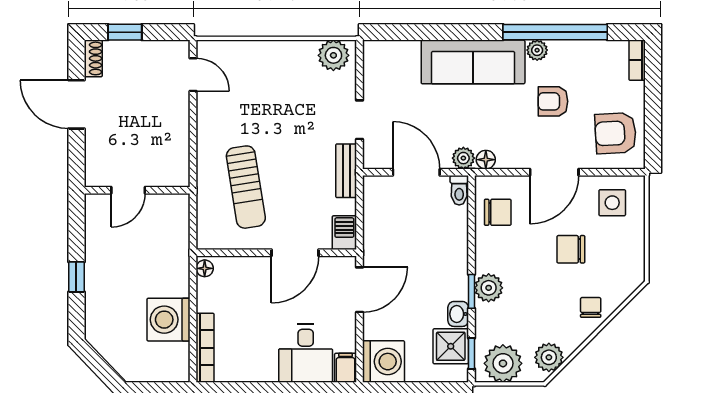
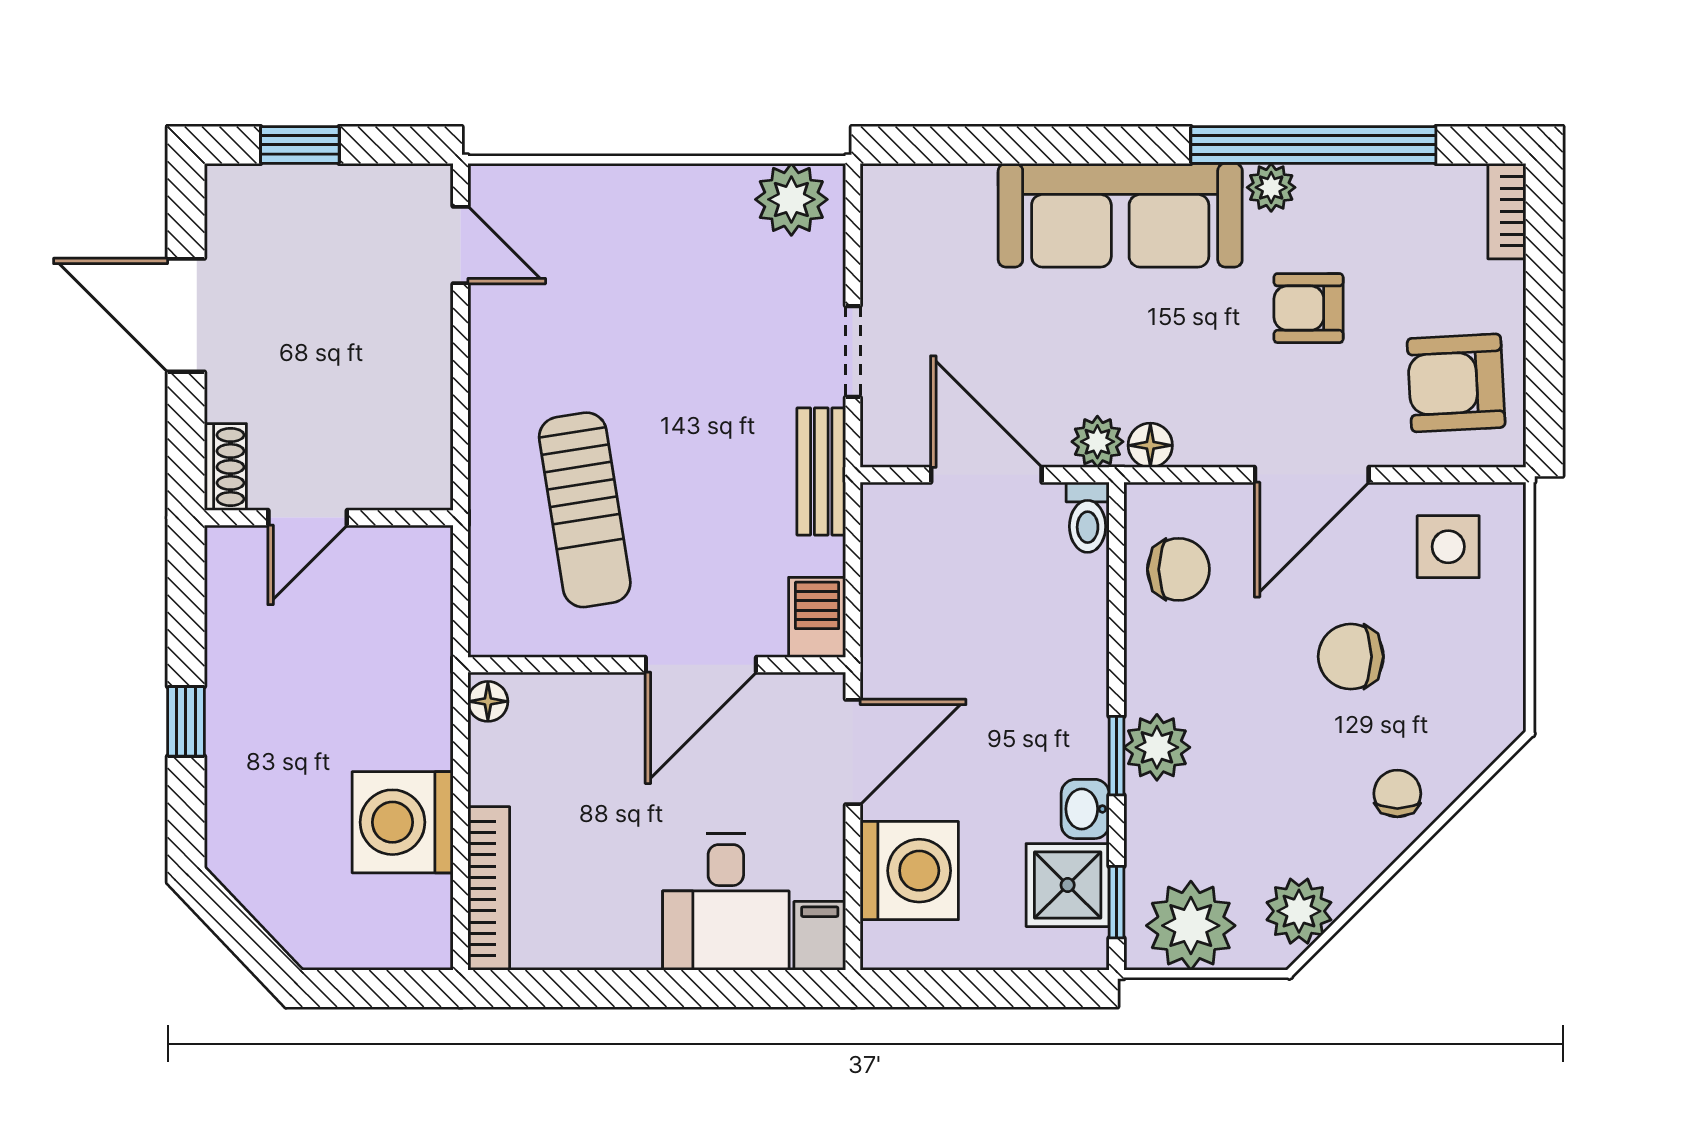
shoe rack: (93, 58) -> (225, 467), moved
washing machine: (384, 362) -> (909, 871), moved

